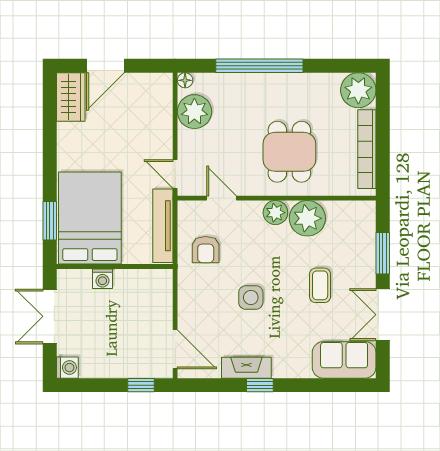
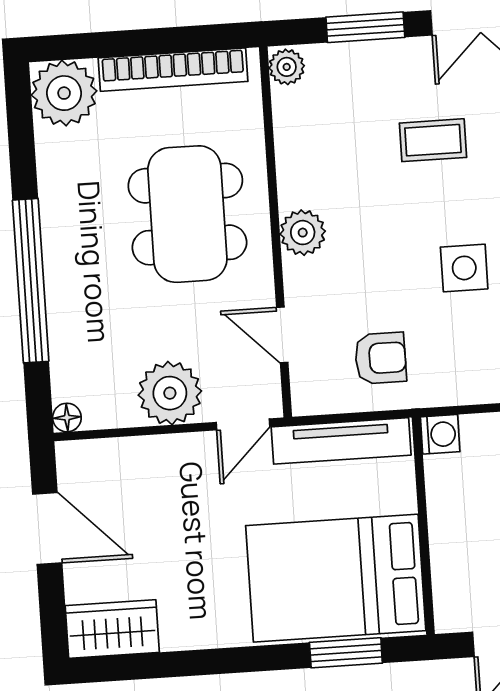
door: (105, 66) -> (47, 529), moved
plant: (194, 112) -> (170, 393), moved
dining table: (289, 152) -> (187, 214), width x1.37
door: (222, 198) -> (282, 335), hinge flipped
plant: (307, 218) -> (287, 67), moved, width x0.53, depth x0.53
washing machine: (102, 279) -> (440, 434), moved

